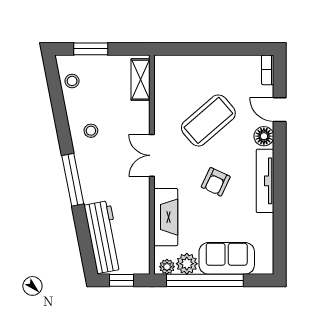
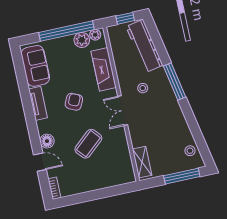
window: (91, 49) -> (182, 176), width x1.44
coffee table: (208, 120) -> (88, 144), width x0.73, depth x0.76
stool: (91, 131) -> (143, 88), moved
double door: (152, 155) -> (123, 111), swing flipped
tv unit: (265, 181) -> (38, 103), width x0.71
sofa: (227, 258) -> (35, 66), moved, turned -90

